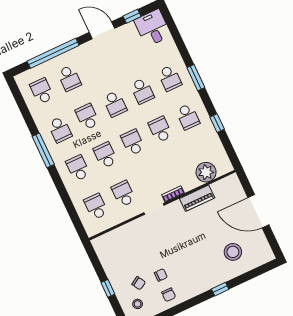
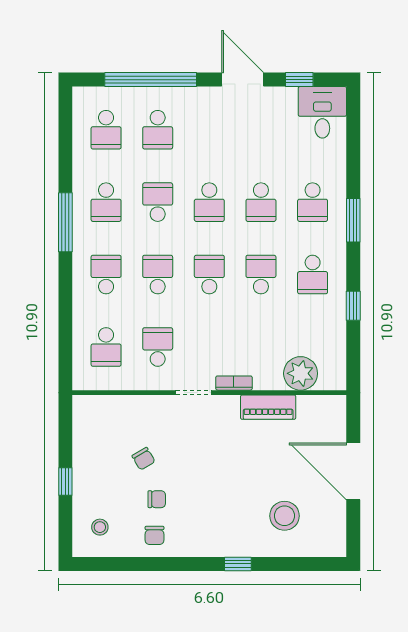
school desk: (42, 91) -> (106, 130), turned 180
school desk: (96, 207) -> (106, 347), turned 180
chair: (139, 283) -> (144, 459), moved

